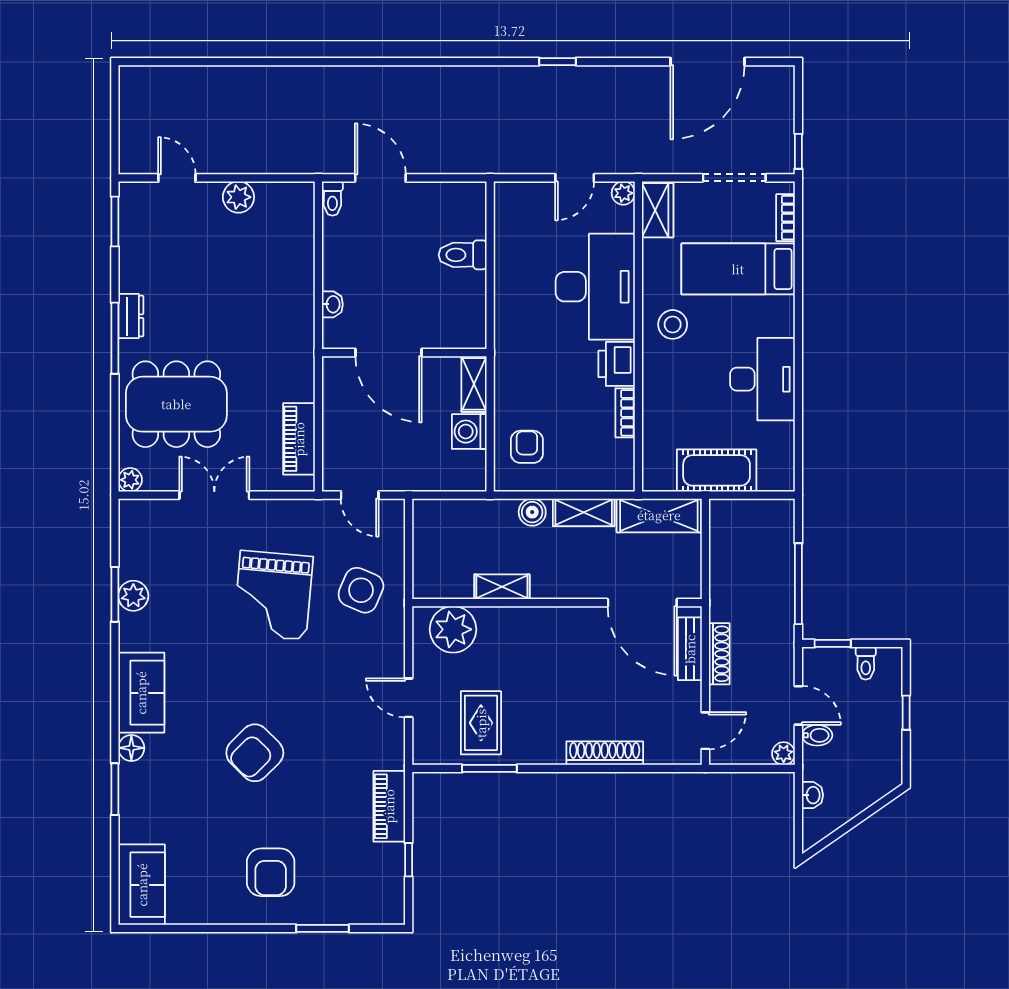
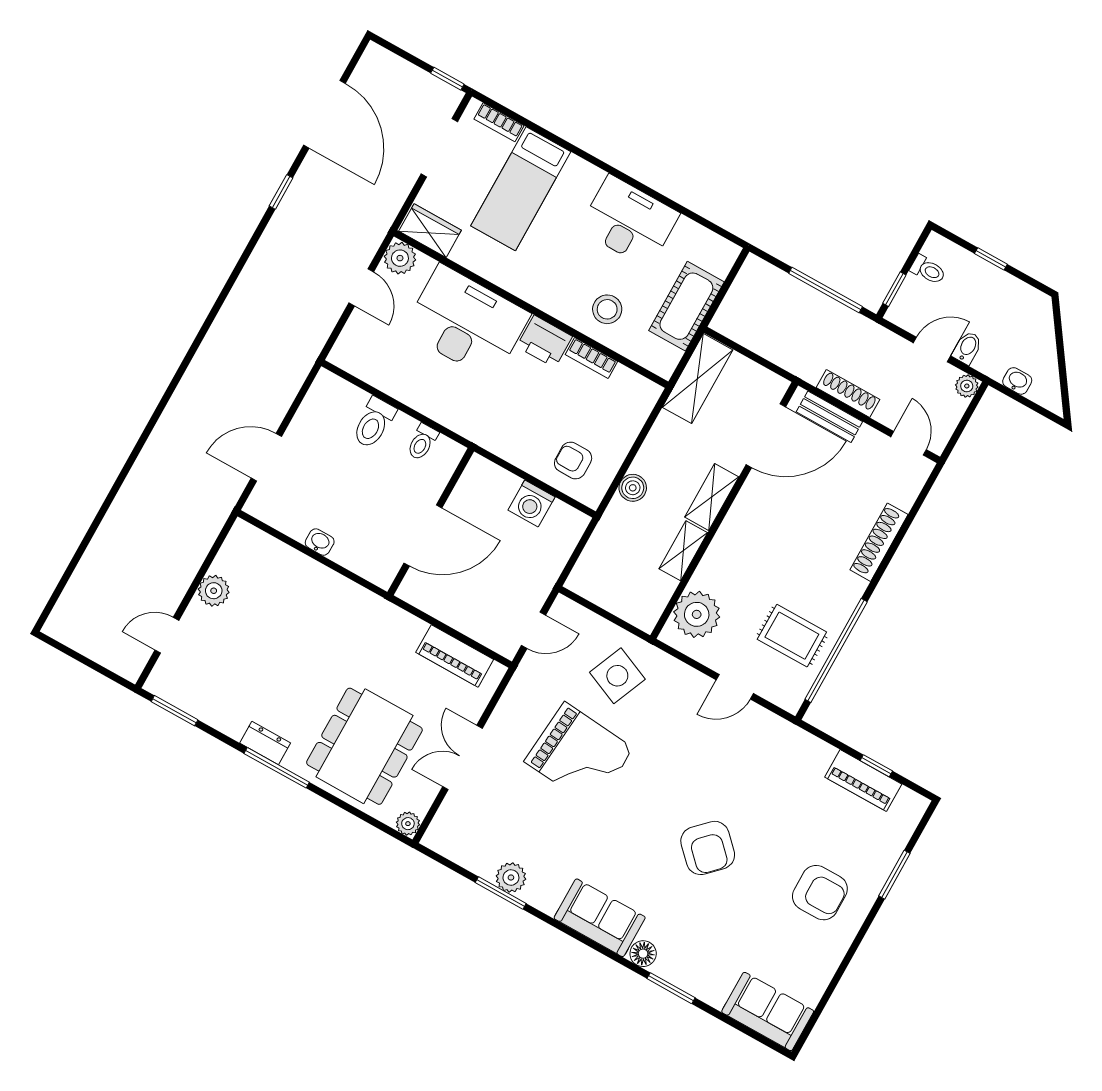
window: (557, 62) -> (281, 192), moved
plant: (623, 193) -> (400, 258), width x1.38, depth x1.38
toilet: (332, 199) -> (422, 442), moved, turned 90
washbasin: (332, 304) -> (320, 542), moved
stool: (673, 324) -> (607, 309), moved
shelving: (474, 384) -> (492, 476), removed
shelving: (584, 512) -> (712, 497), moved
window: (489, 768) -> (836, 650), width x2.11
piano: (389, 806) -> (863, 781), moved

